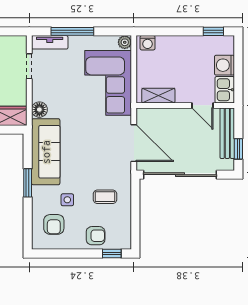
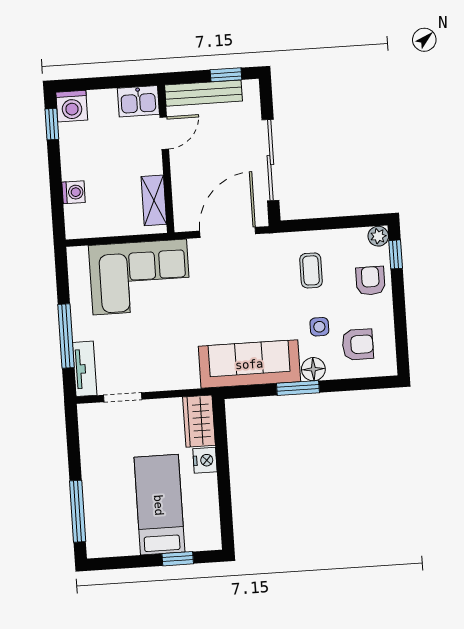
plant: (125, 42) -> (378, 236), moved
washing machine: (148, 43) -> (74, 192), moved
washing machine: (224, 65) -> (72, 106), moved
floor lamp: (39, 110) -> (313, 369), moved
sliding door: (180, 175) -> (270, 160), width x0.73

